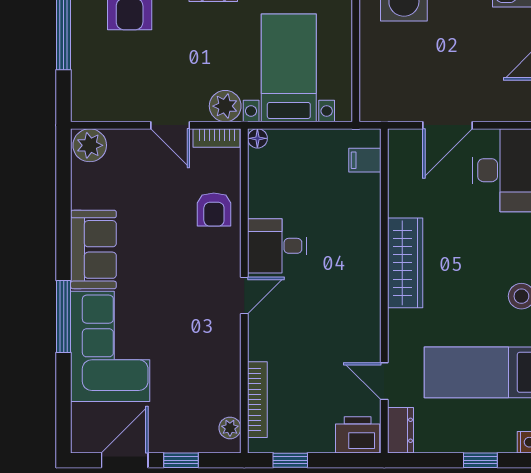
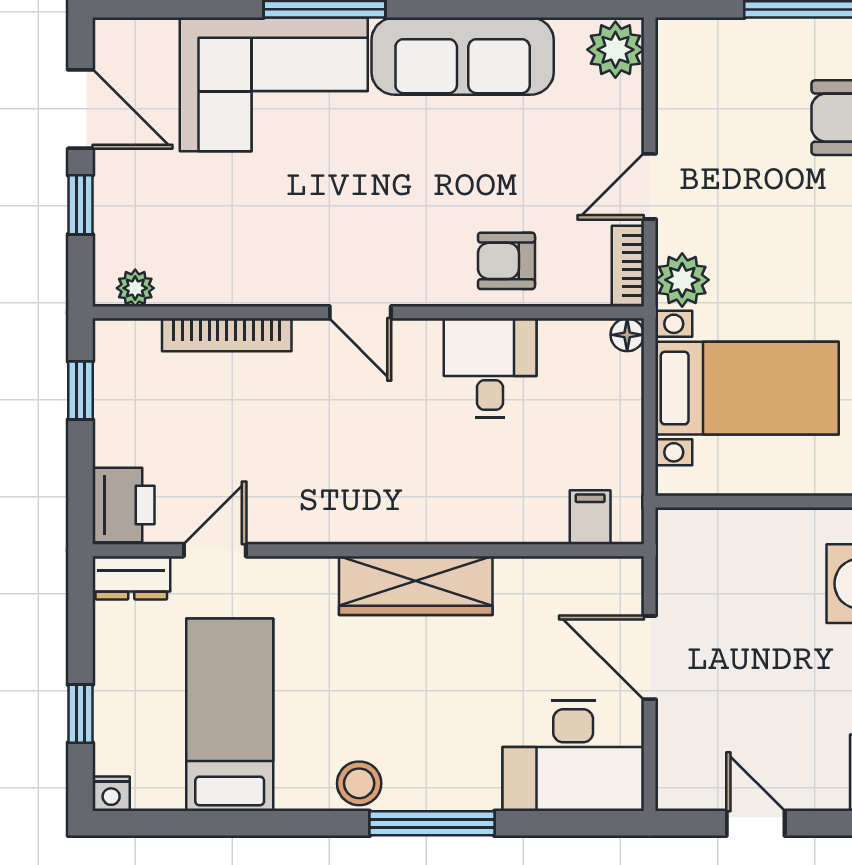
desk: (277, 246) -> (490, 368), moved
sofa: (93, 249) -> (463, 56), width x1.36
bookcase: (257, 400) -> (227, 335), moved

